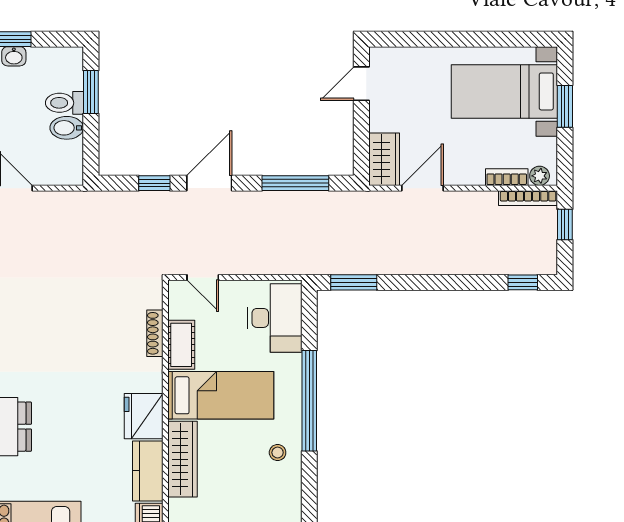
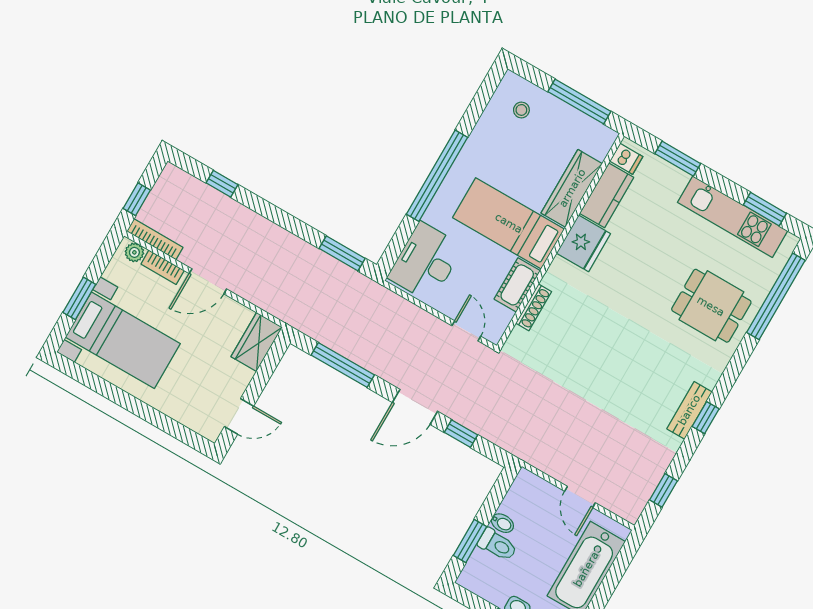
bidet: (67, 128) -> (502, 523), width x0.72, depth x0.74
door: (422, 188) -> (208, 281), moved
window: (523, 282) -> (222, 184), moved
stool: (278, 453) -> (521, 110), moved

